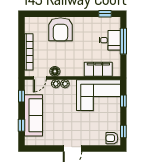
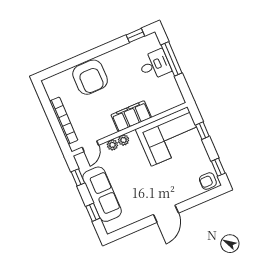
filing cabinet: (98, 69) -> (131, 116), moved
floor lamp: (55, 71) -> (105, 130), removed

